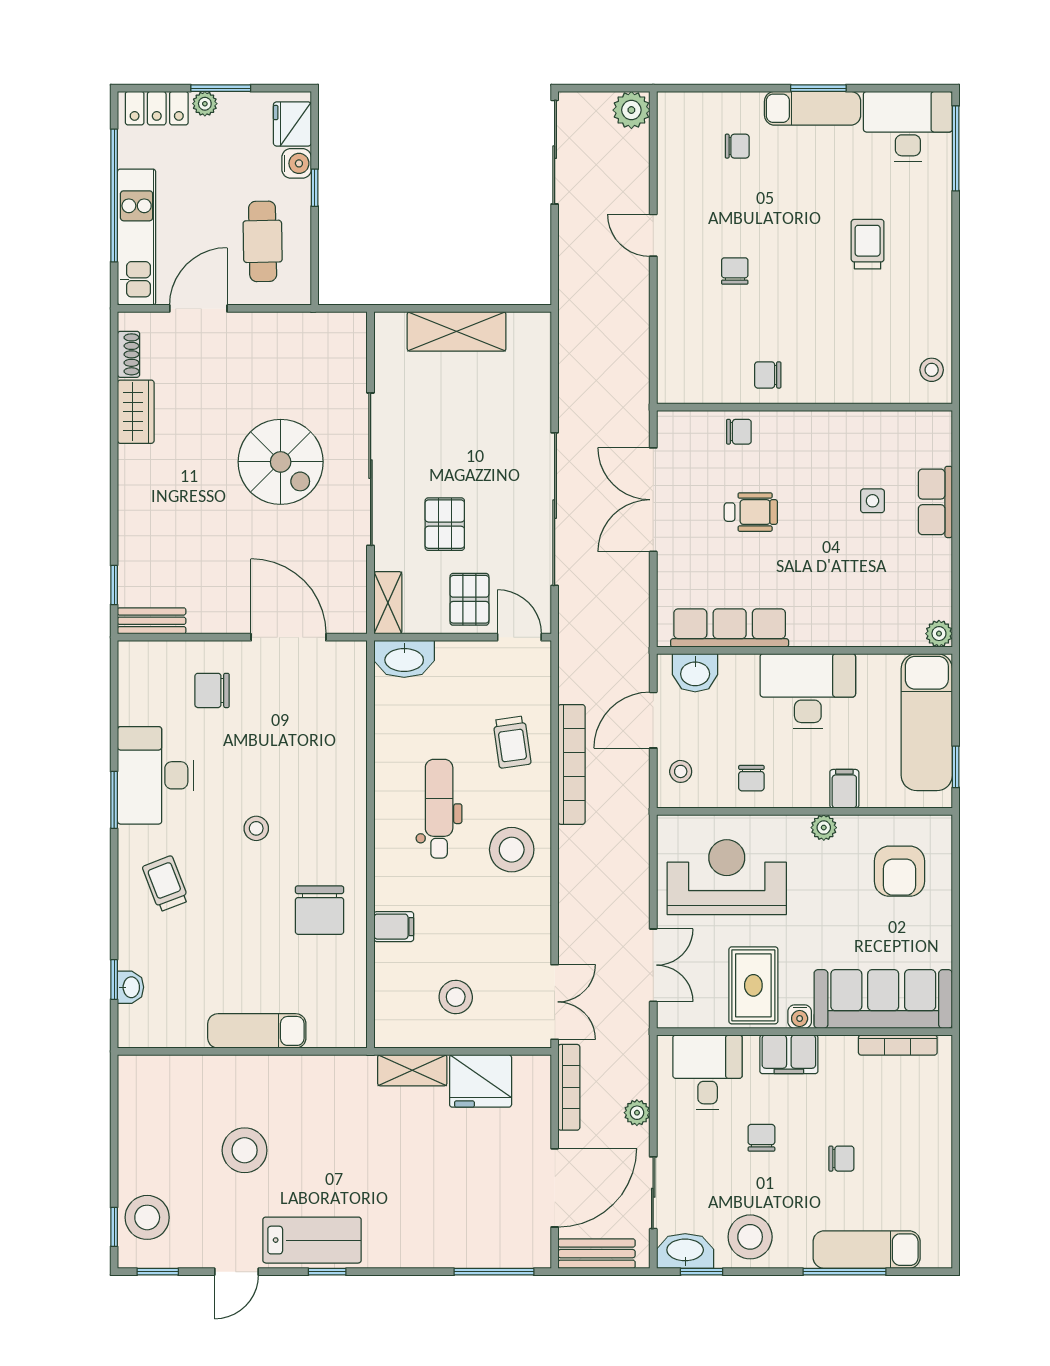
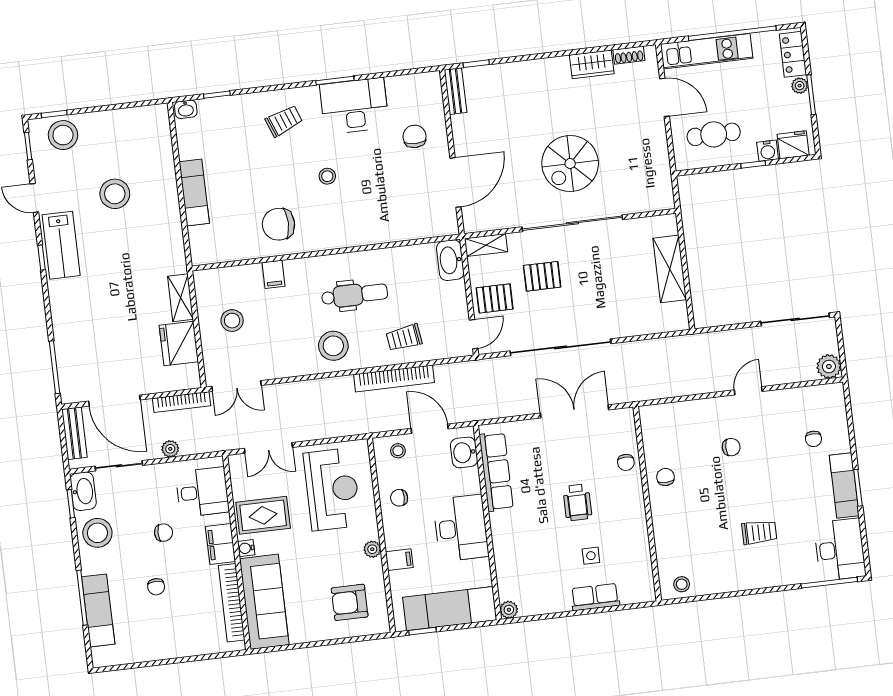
wheelchair: (751, 512) -> (577, 502), moved
washbasin: (130, 987) -> (186, 109), moved
bookcase: (898, 1045) -> (232, 603), width x1.48, depth x1.31

